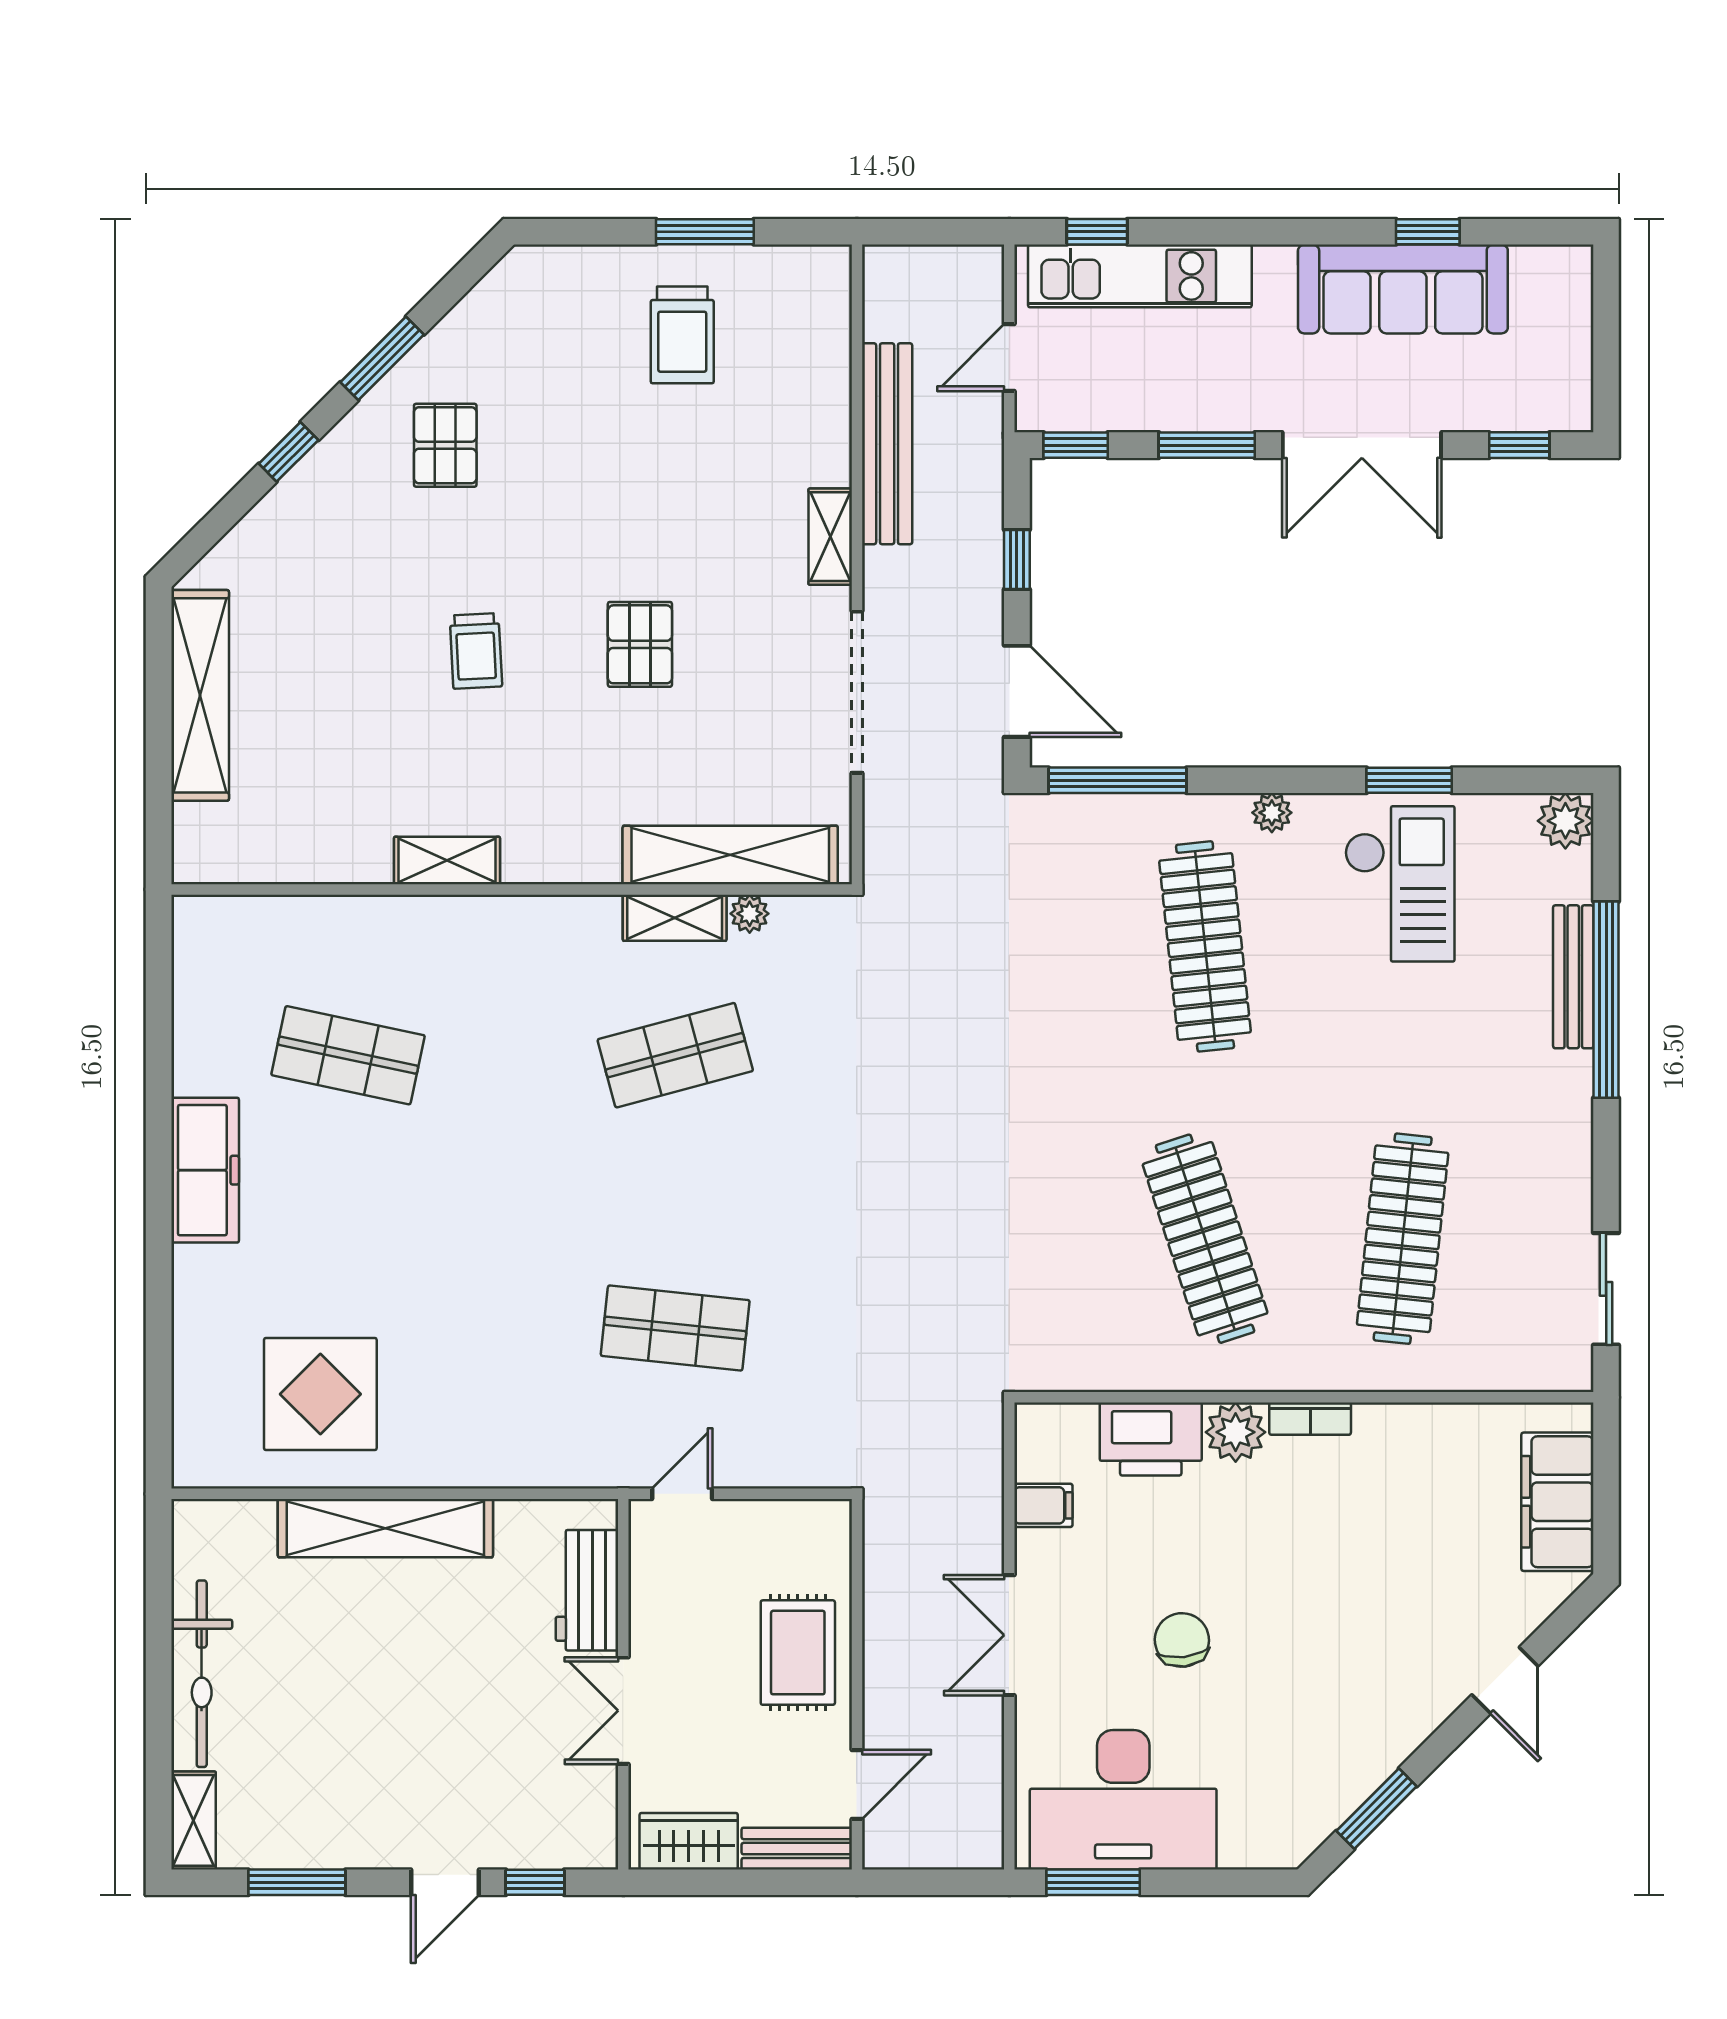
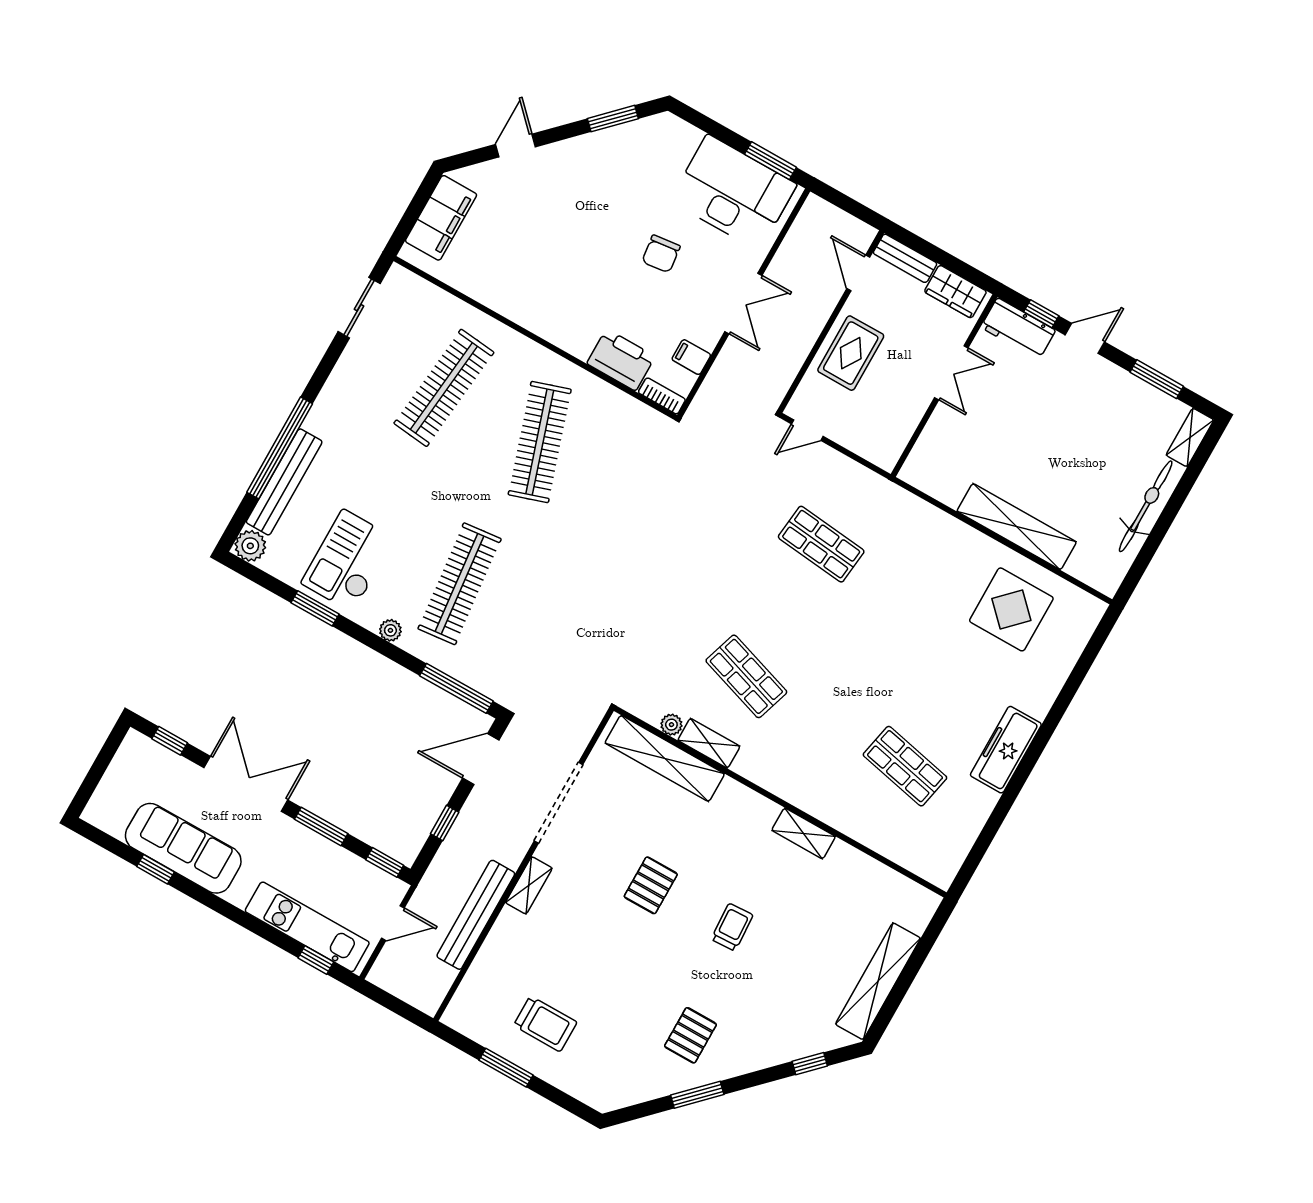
trolley: (682, 335) -> (545, 1024), turned 90
window: (289, 452) -> (810, 1064), moved
door: (1017, 691) -> (481, 759), hinge flipped
bench: (1573, 977) -> (284, 482), width x1.37, depth x1.21
shop shelf: (675, 1055) -> (746, 676), turned 33
bookcase: (1310, 1419) -> (662, 396), moved
plant: (1236, 1432) -> (578, 340), removed
door: (682, 1494) -> (807, 430), moved
workbench: (587, 1590) -> (1018, 329), moved, turned 90
door: (857, 1785) -> (858, 273), hinge flipped

